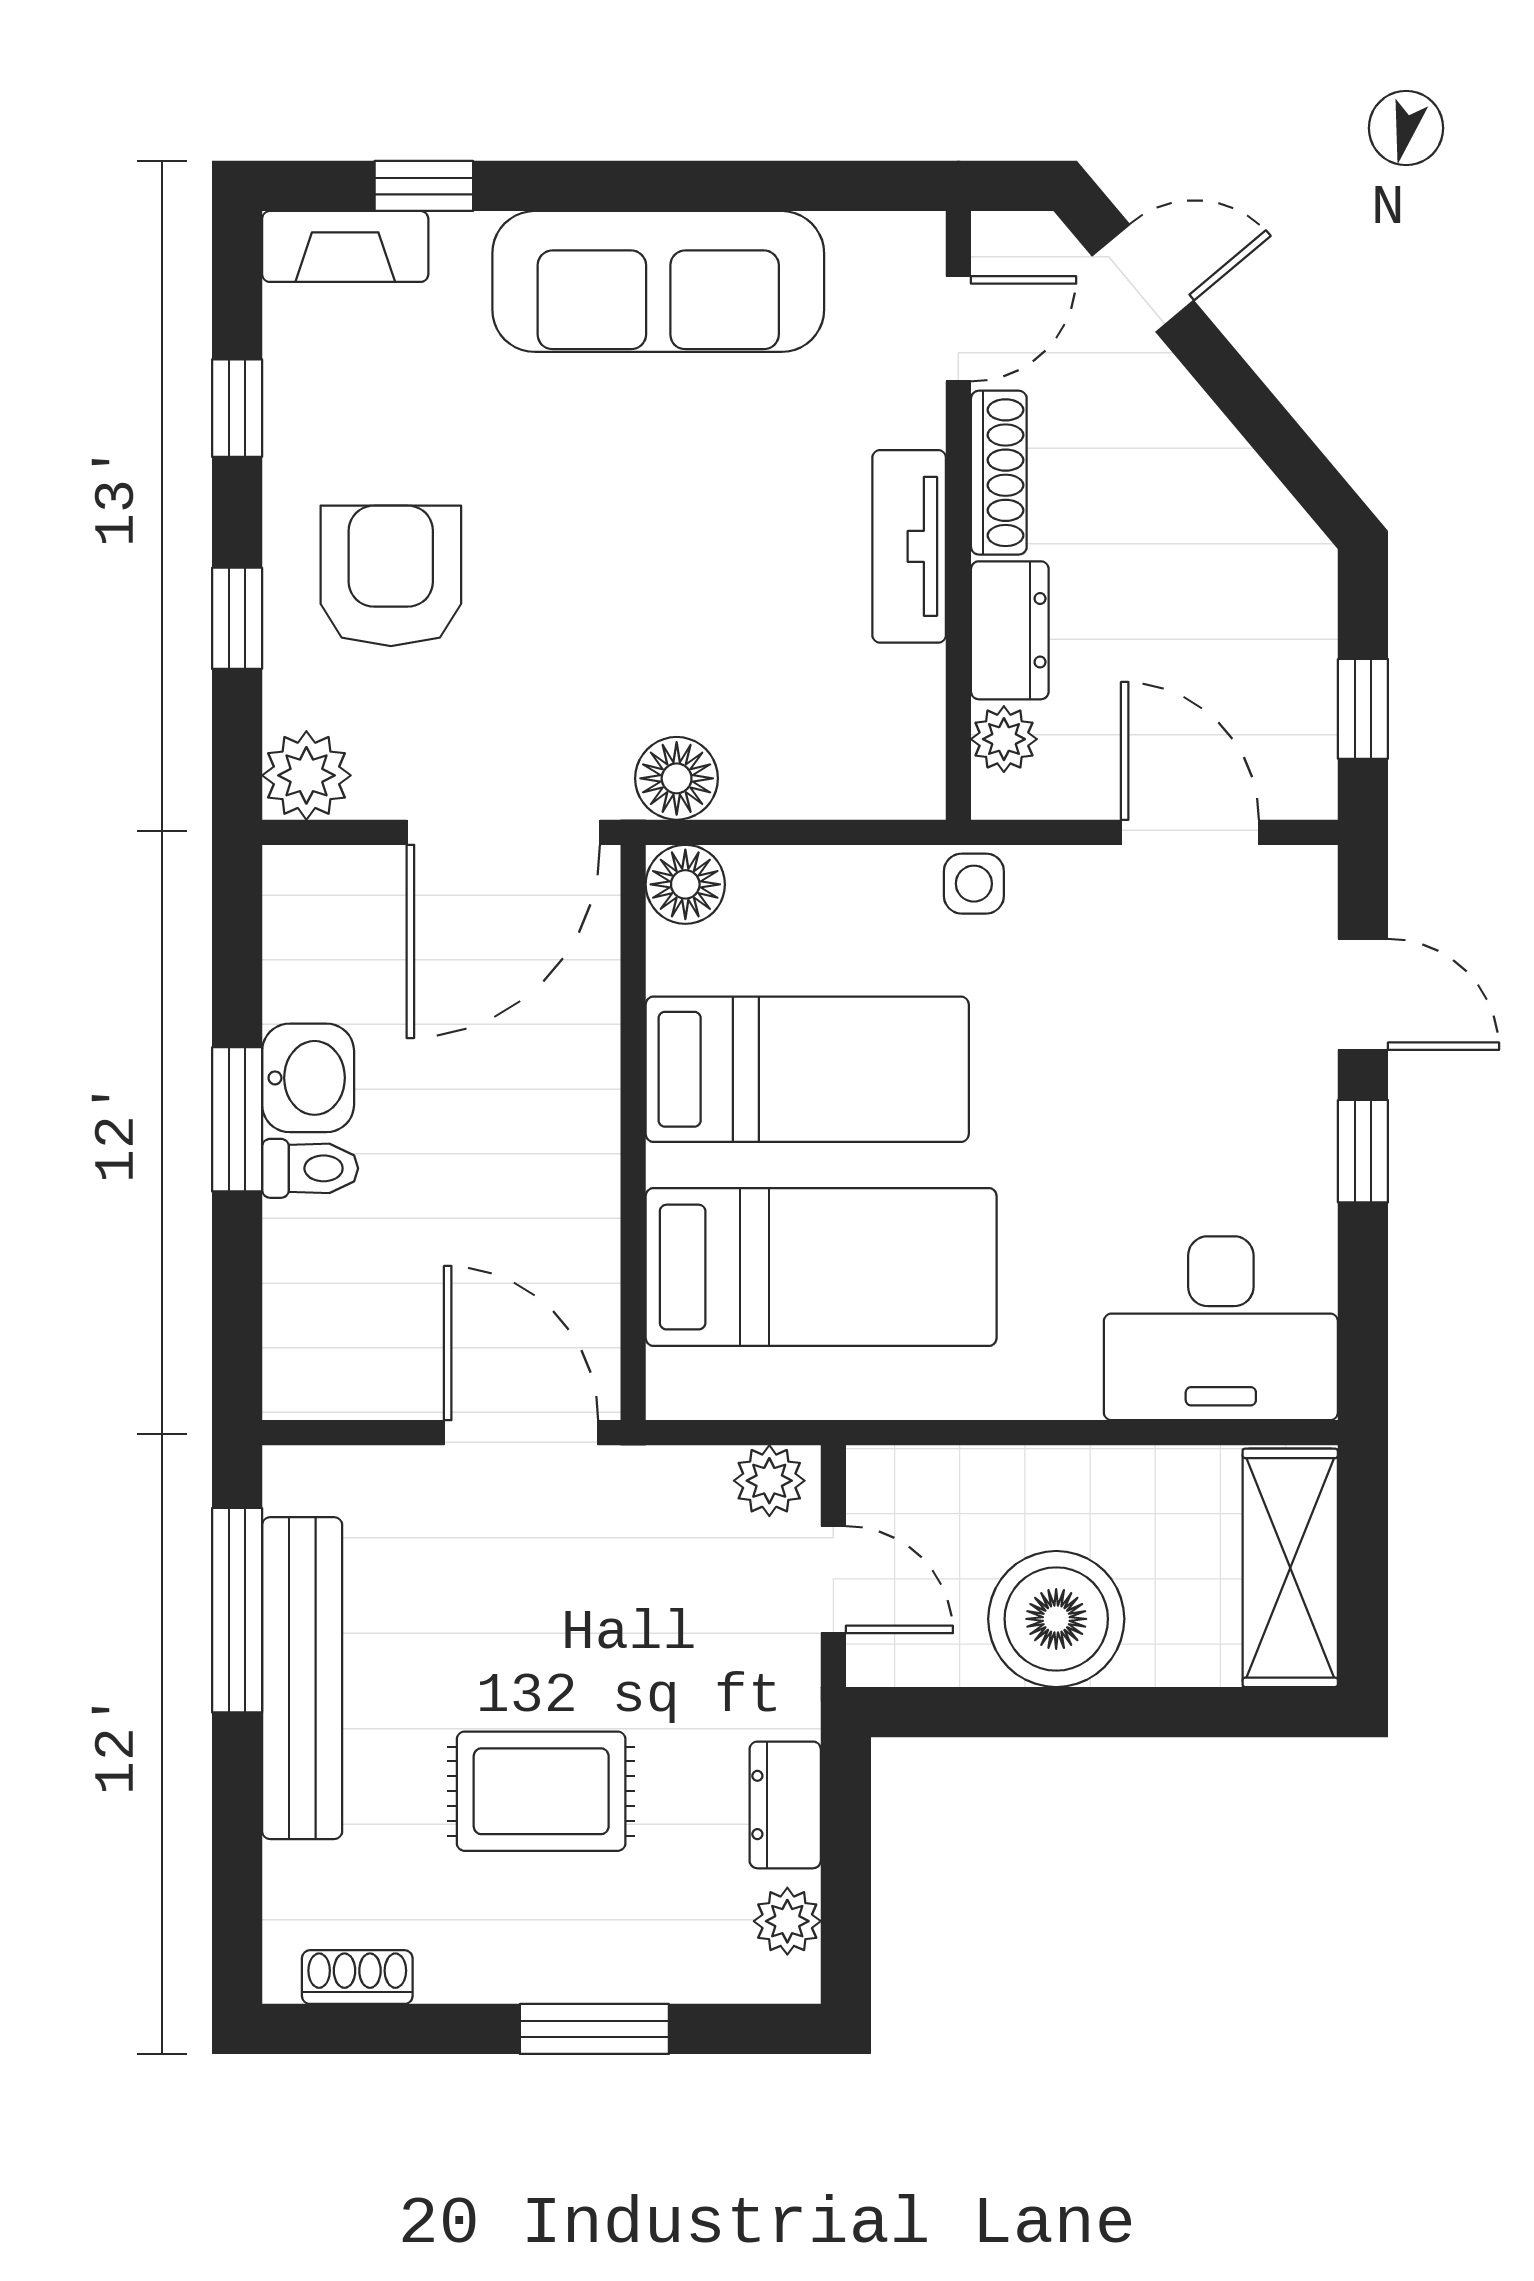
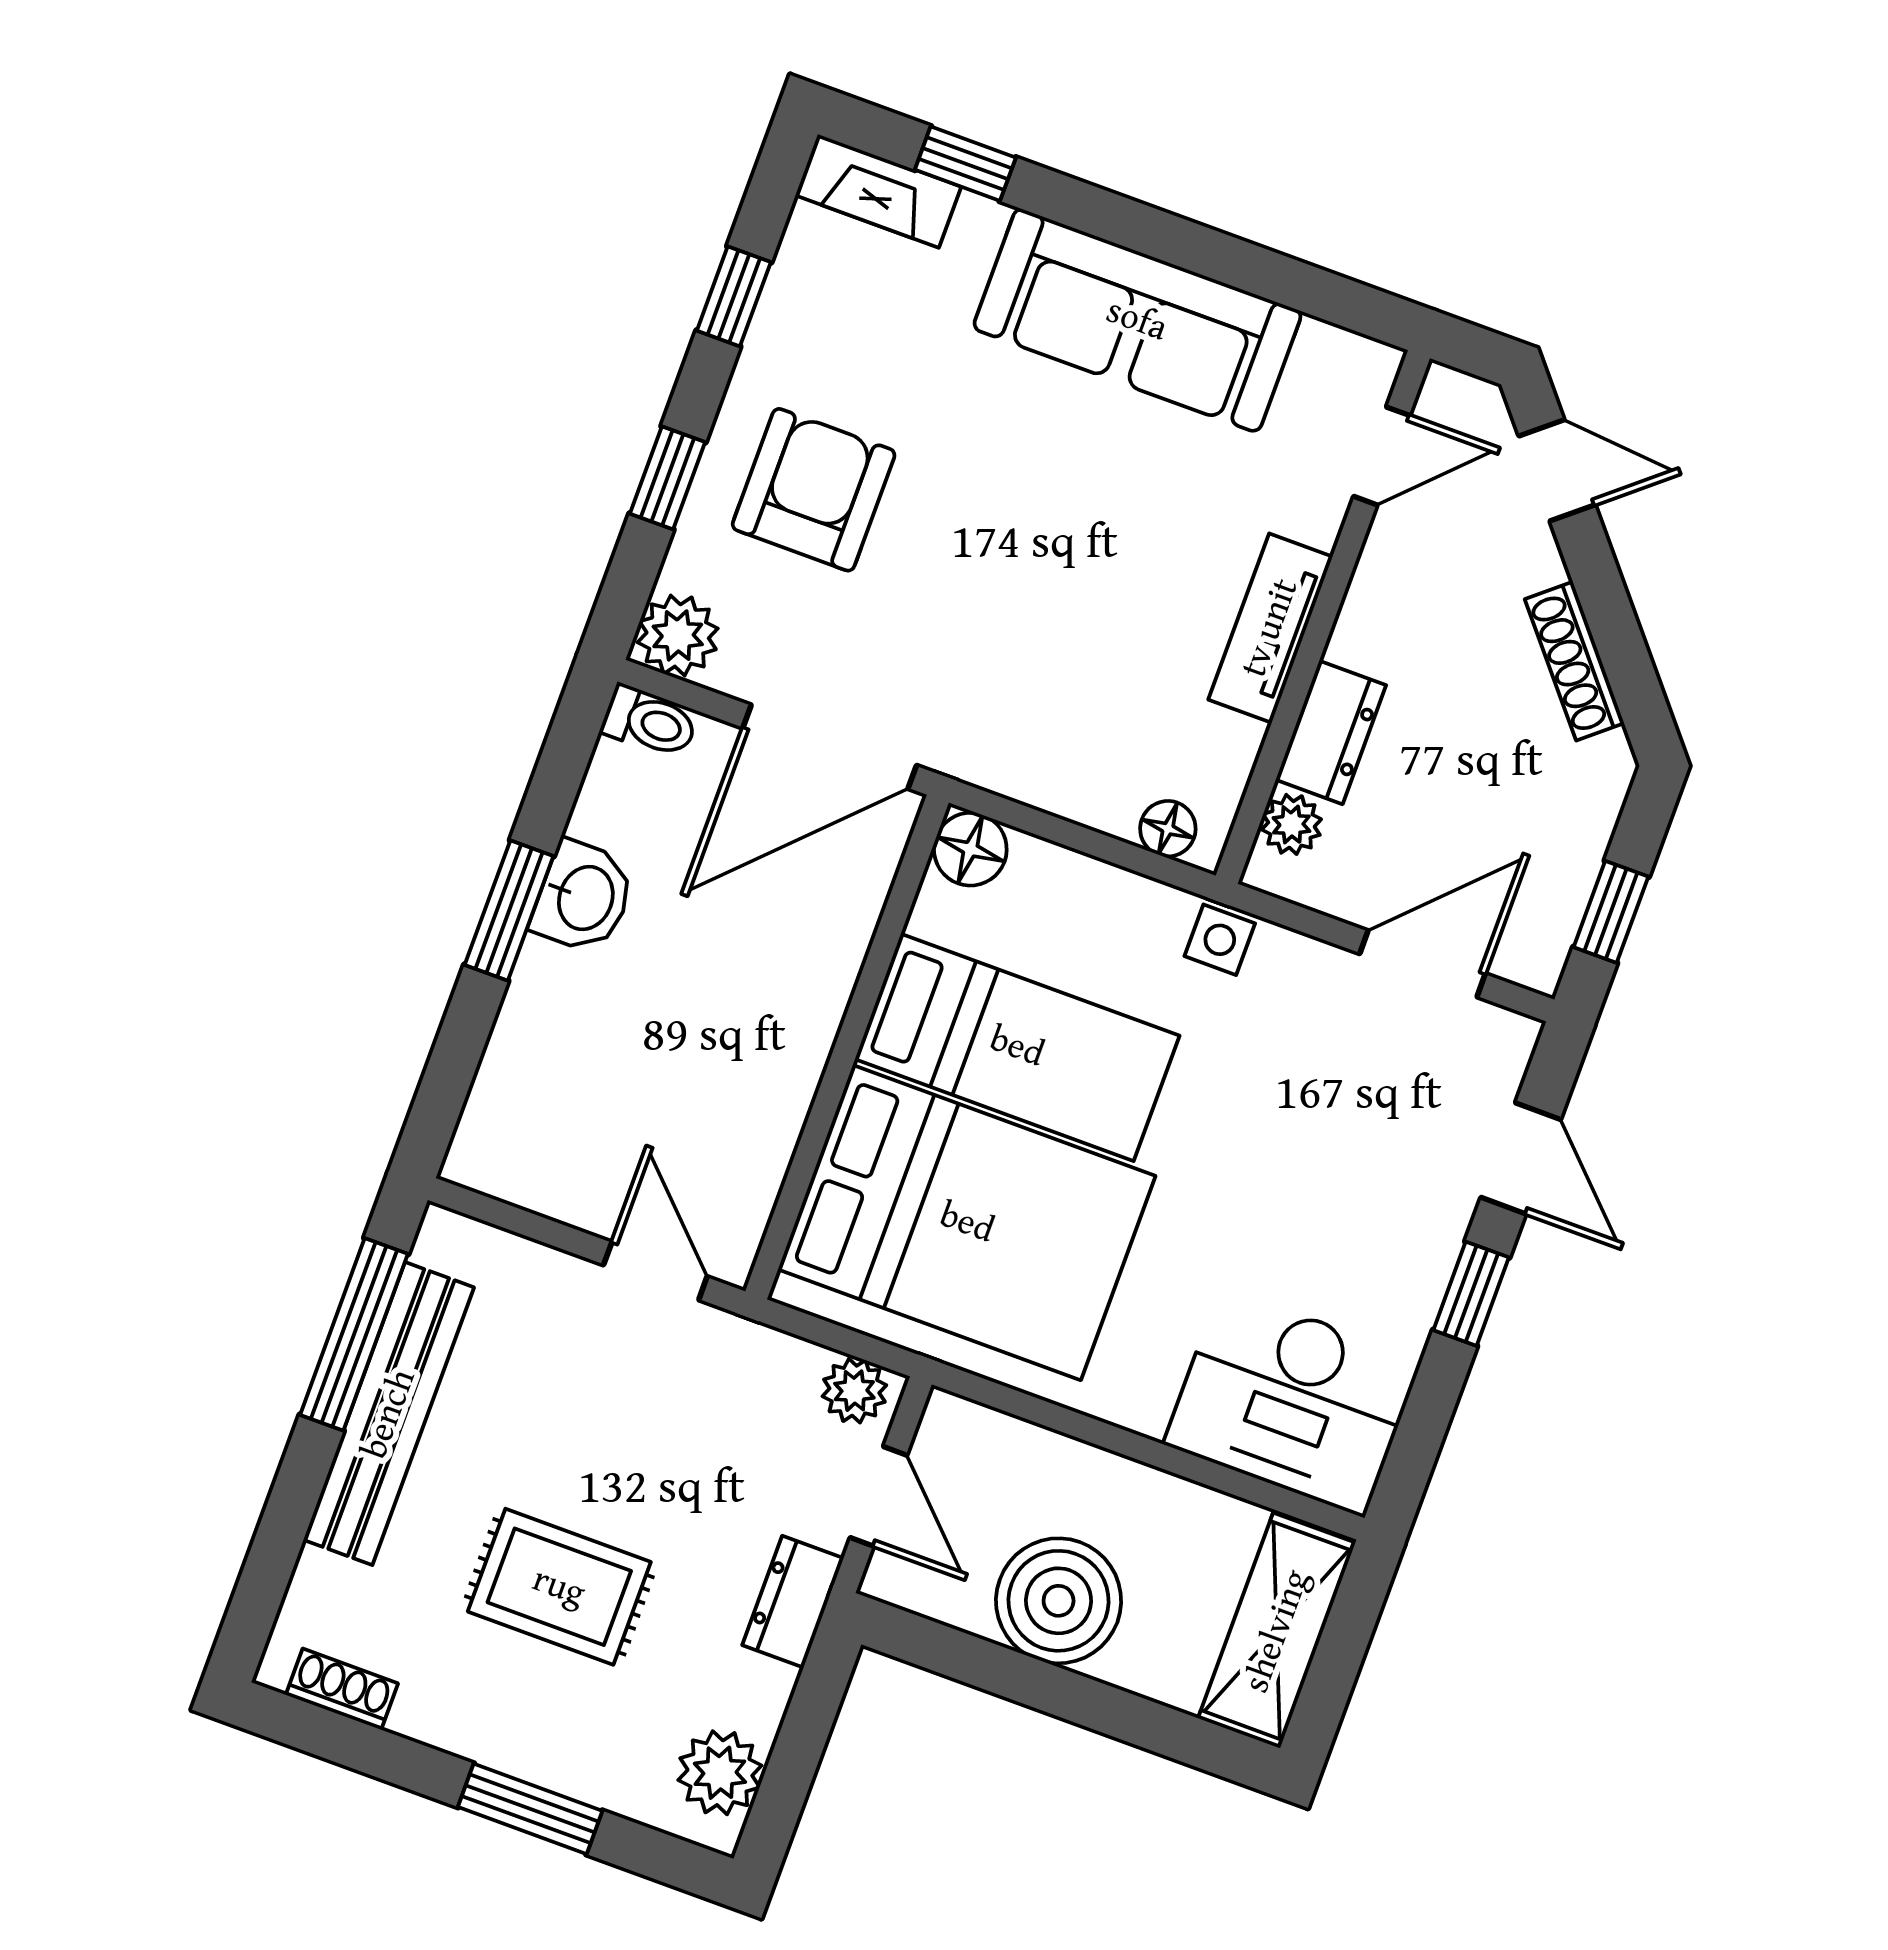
shoe rack: (999, 473) -> (1574, 661), moved, turned 140
floor lamp: (677, 778) -> (1168, 829), moved, width x0.73, depth x0.73
door: (1190, 832) -> (1422, 964), hinge flipped
toilet: (310, 1168) -> (650, 722), moved
bed: (821, 1267) -> (967, 1223), width x1.50
door: (521, 1433) -> (655, 1271), width x0.73
dresser: (785, 1805) -> (793, 1602), moved
plant: (787, 1921) -> (720, 1773), width x1.38, depth x1.38

